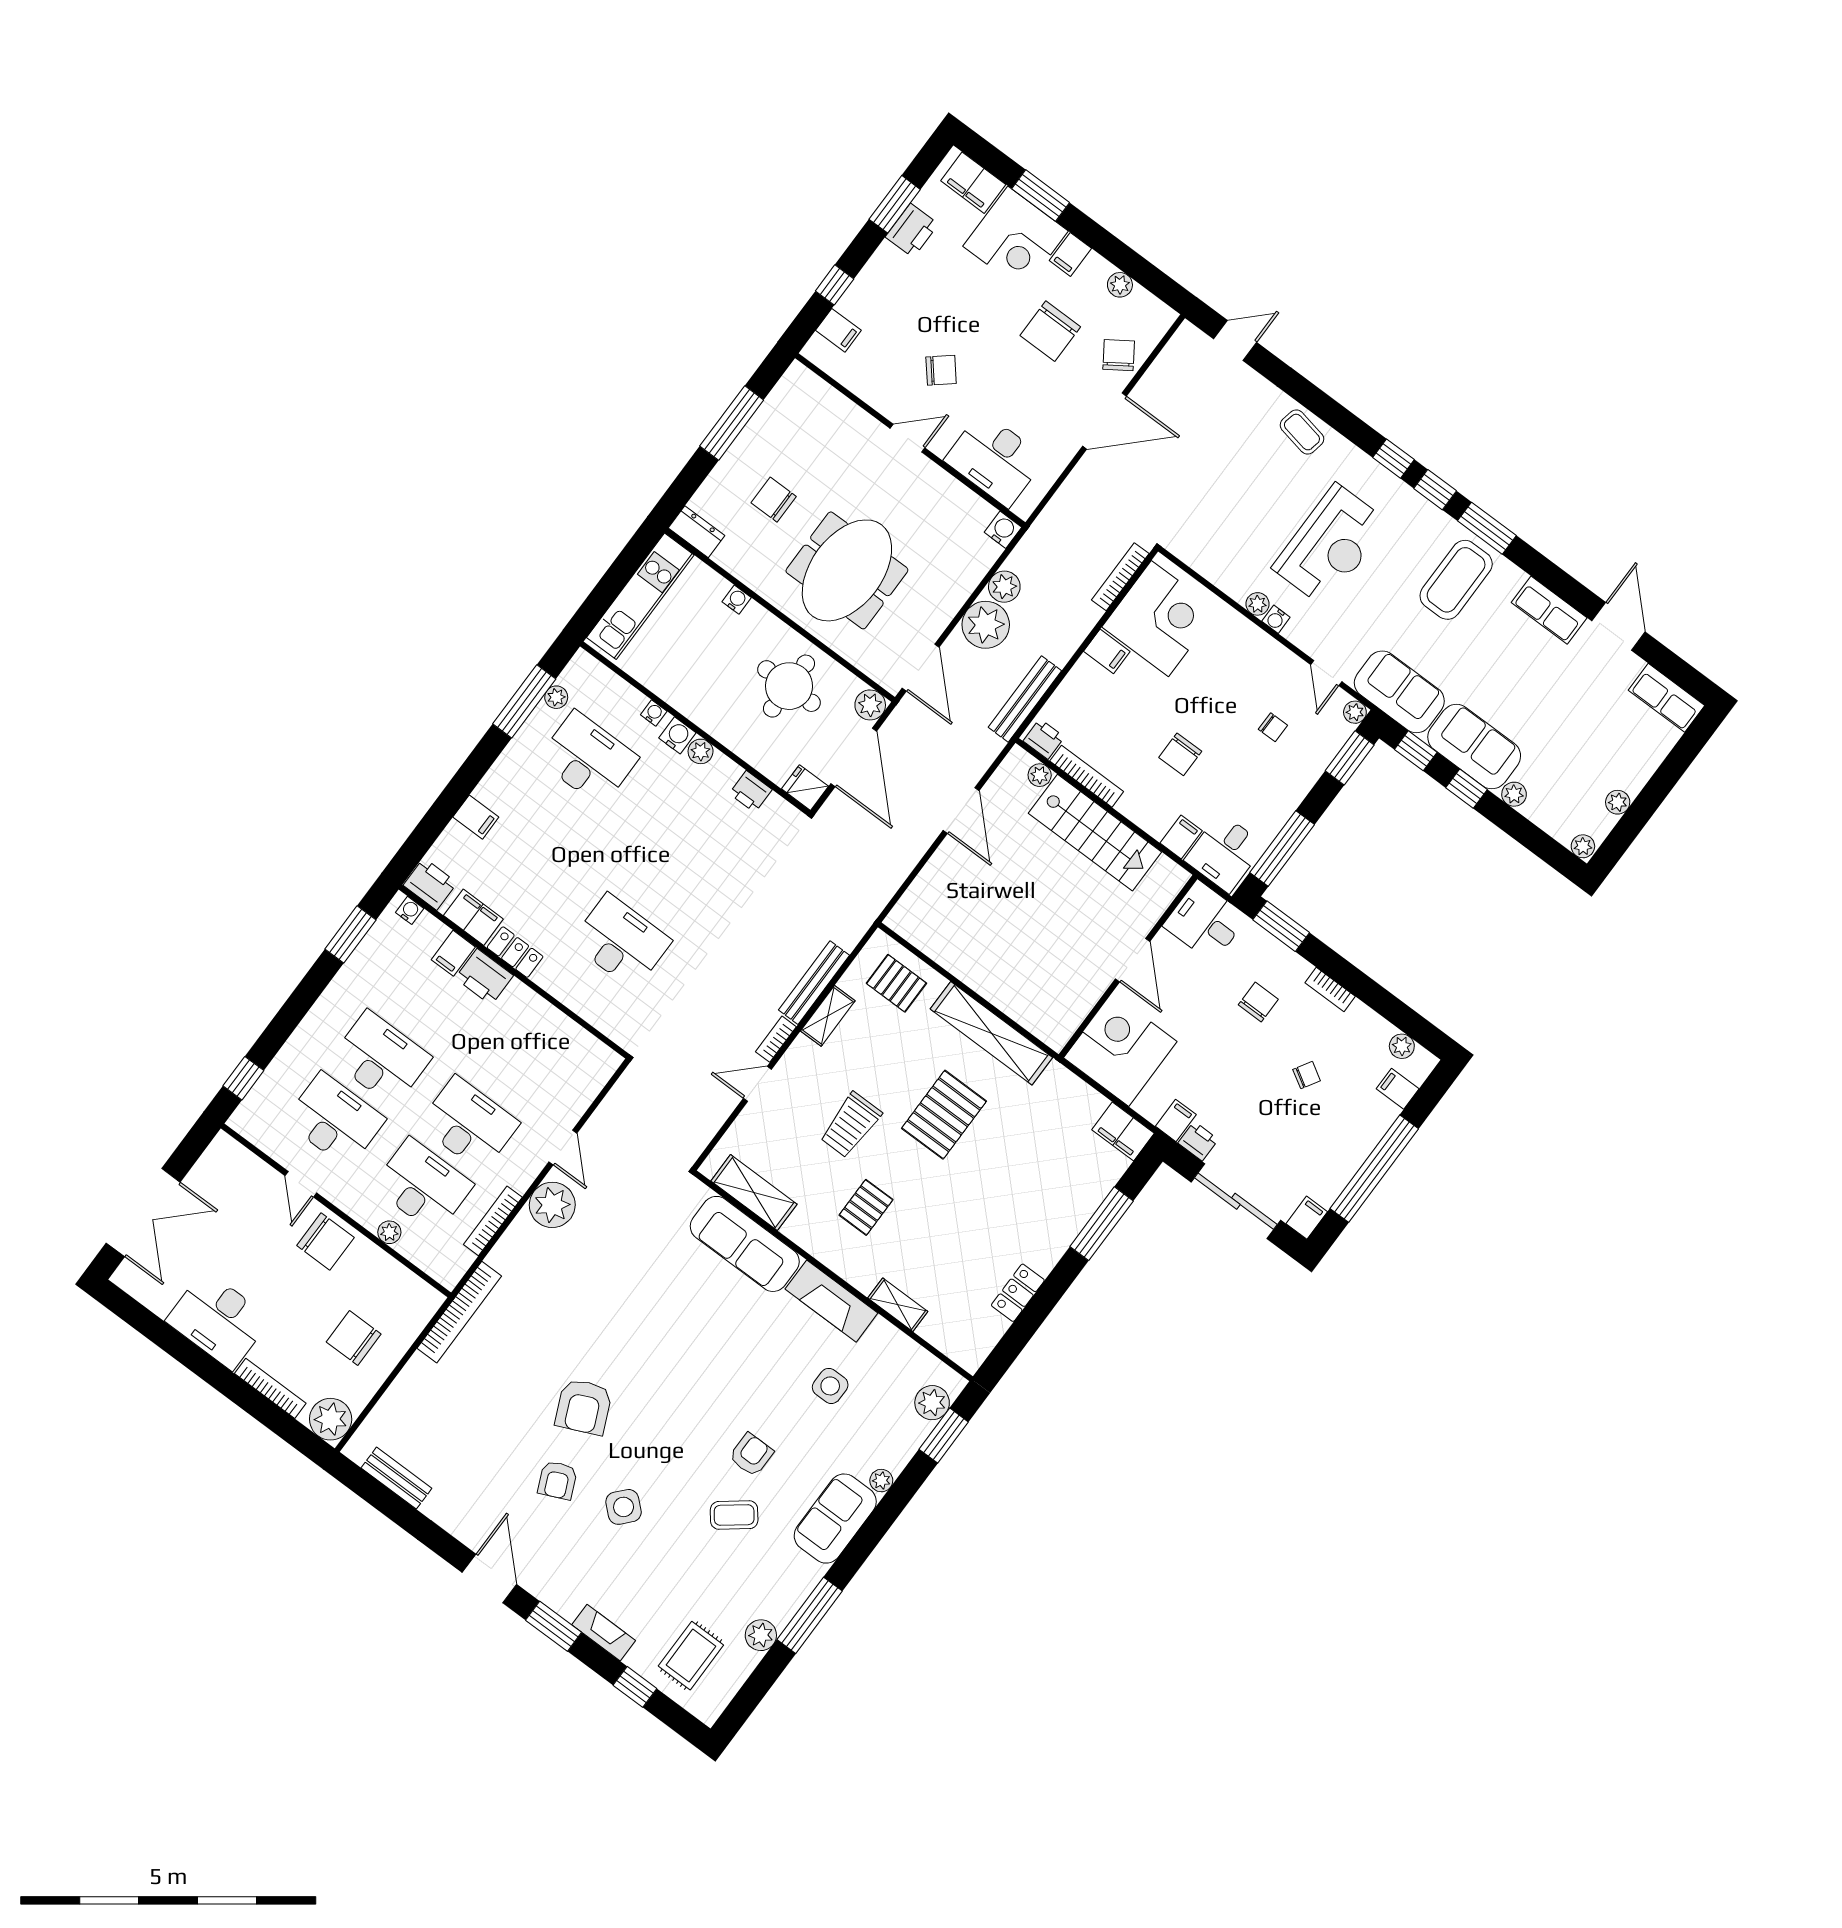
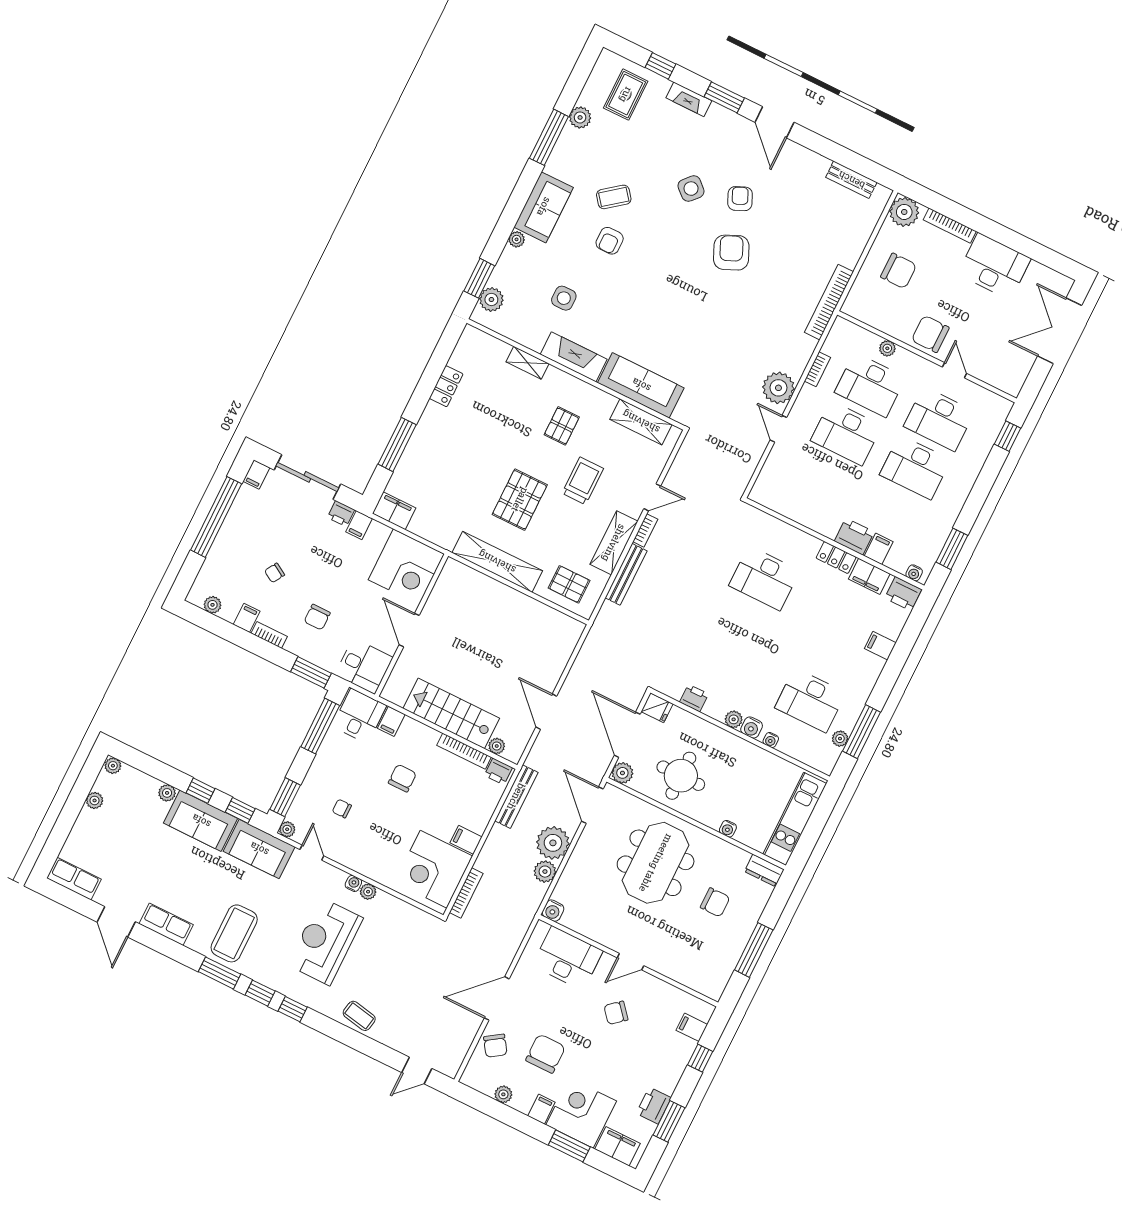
shelving: (828, 1016) -> (614, 543), width x1.50, depth x1.33
filing cabinet: (1398, 1089) -> (247, 618), moved, turned -90
bookcase: (493, 1221) -> (817, 369), width x0.64

